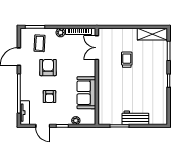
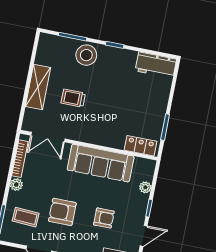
shelving: (152, 34) -> (38, 87), moved
stool: (158, 63) -> (86, 55), added
sofa: (86, 93) -> (101, 163), width x1.36
locker: (103, 112) -> (140, 146), added
workbench: (135, 118) -> (156, 65), moved, turned -90

